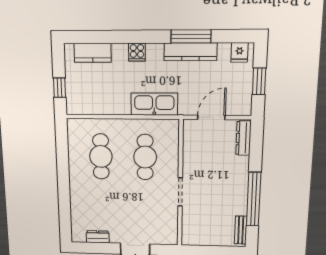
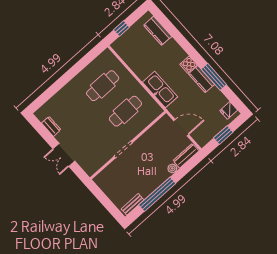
cooker: (137, 52) -> (188, 65), moved
kitchen counter: (190, 52) -> (202, 79), width x0.67
plant: (243, 162) -> (172, 168), added

